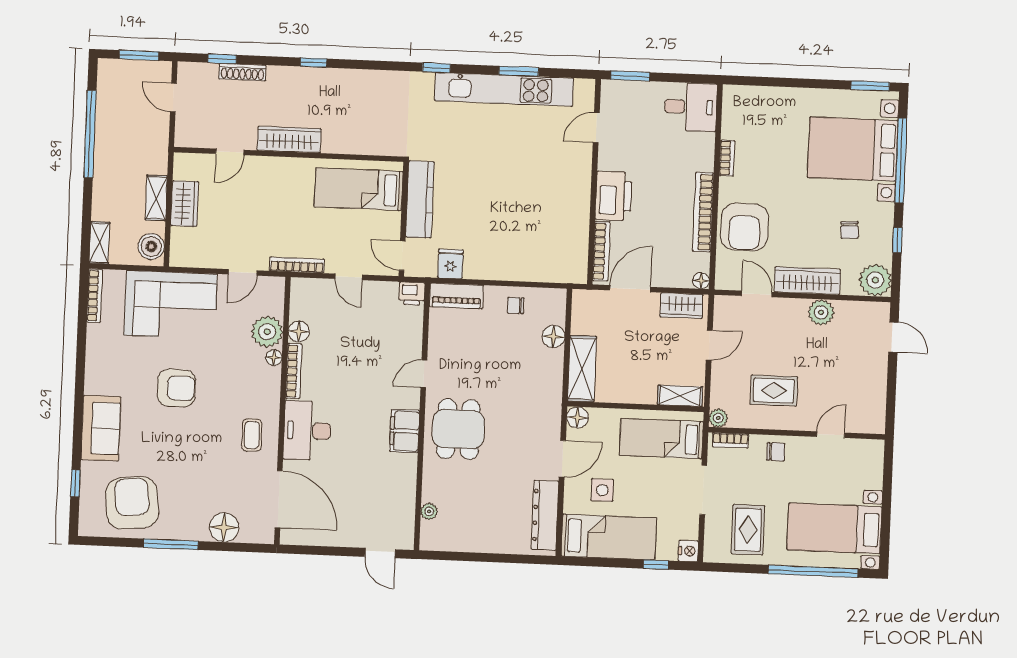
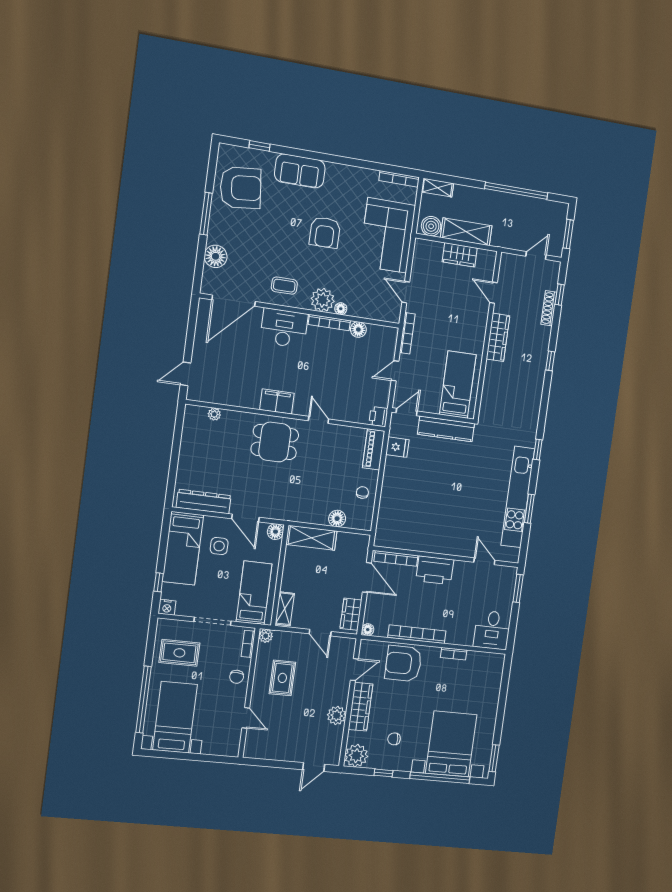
shelving: (156, 198) -> (466, 232), width x1.50, depth x1.33
plant: (267, 332) -> (323, 300), moved

